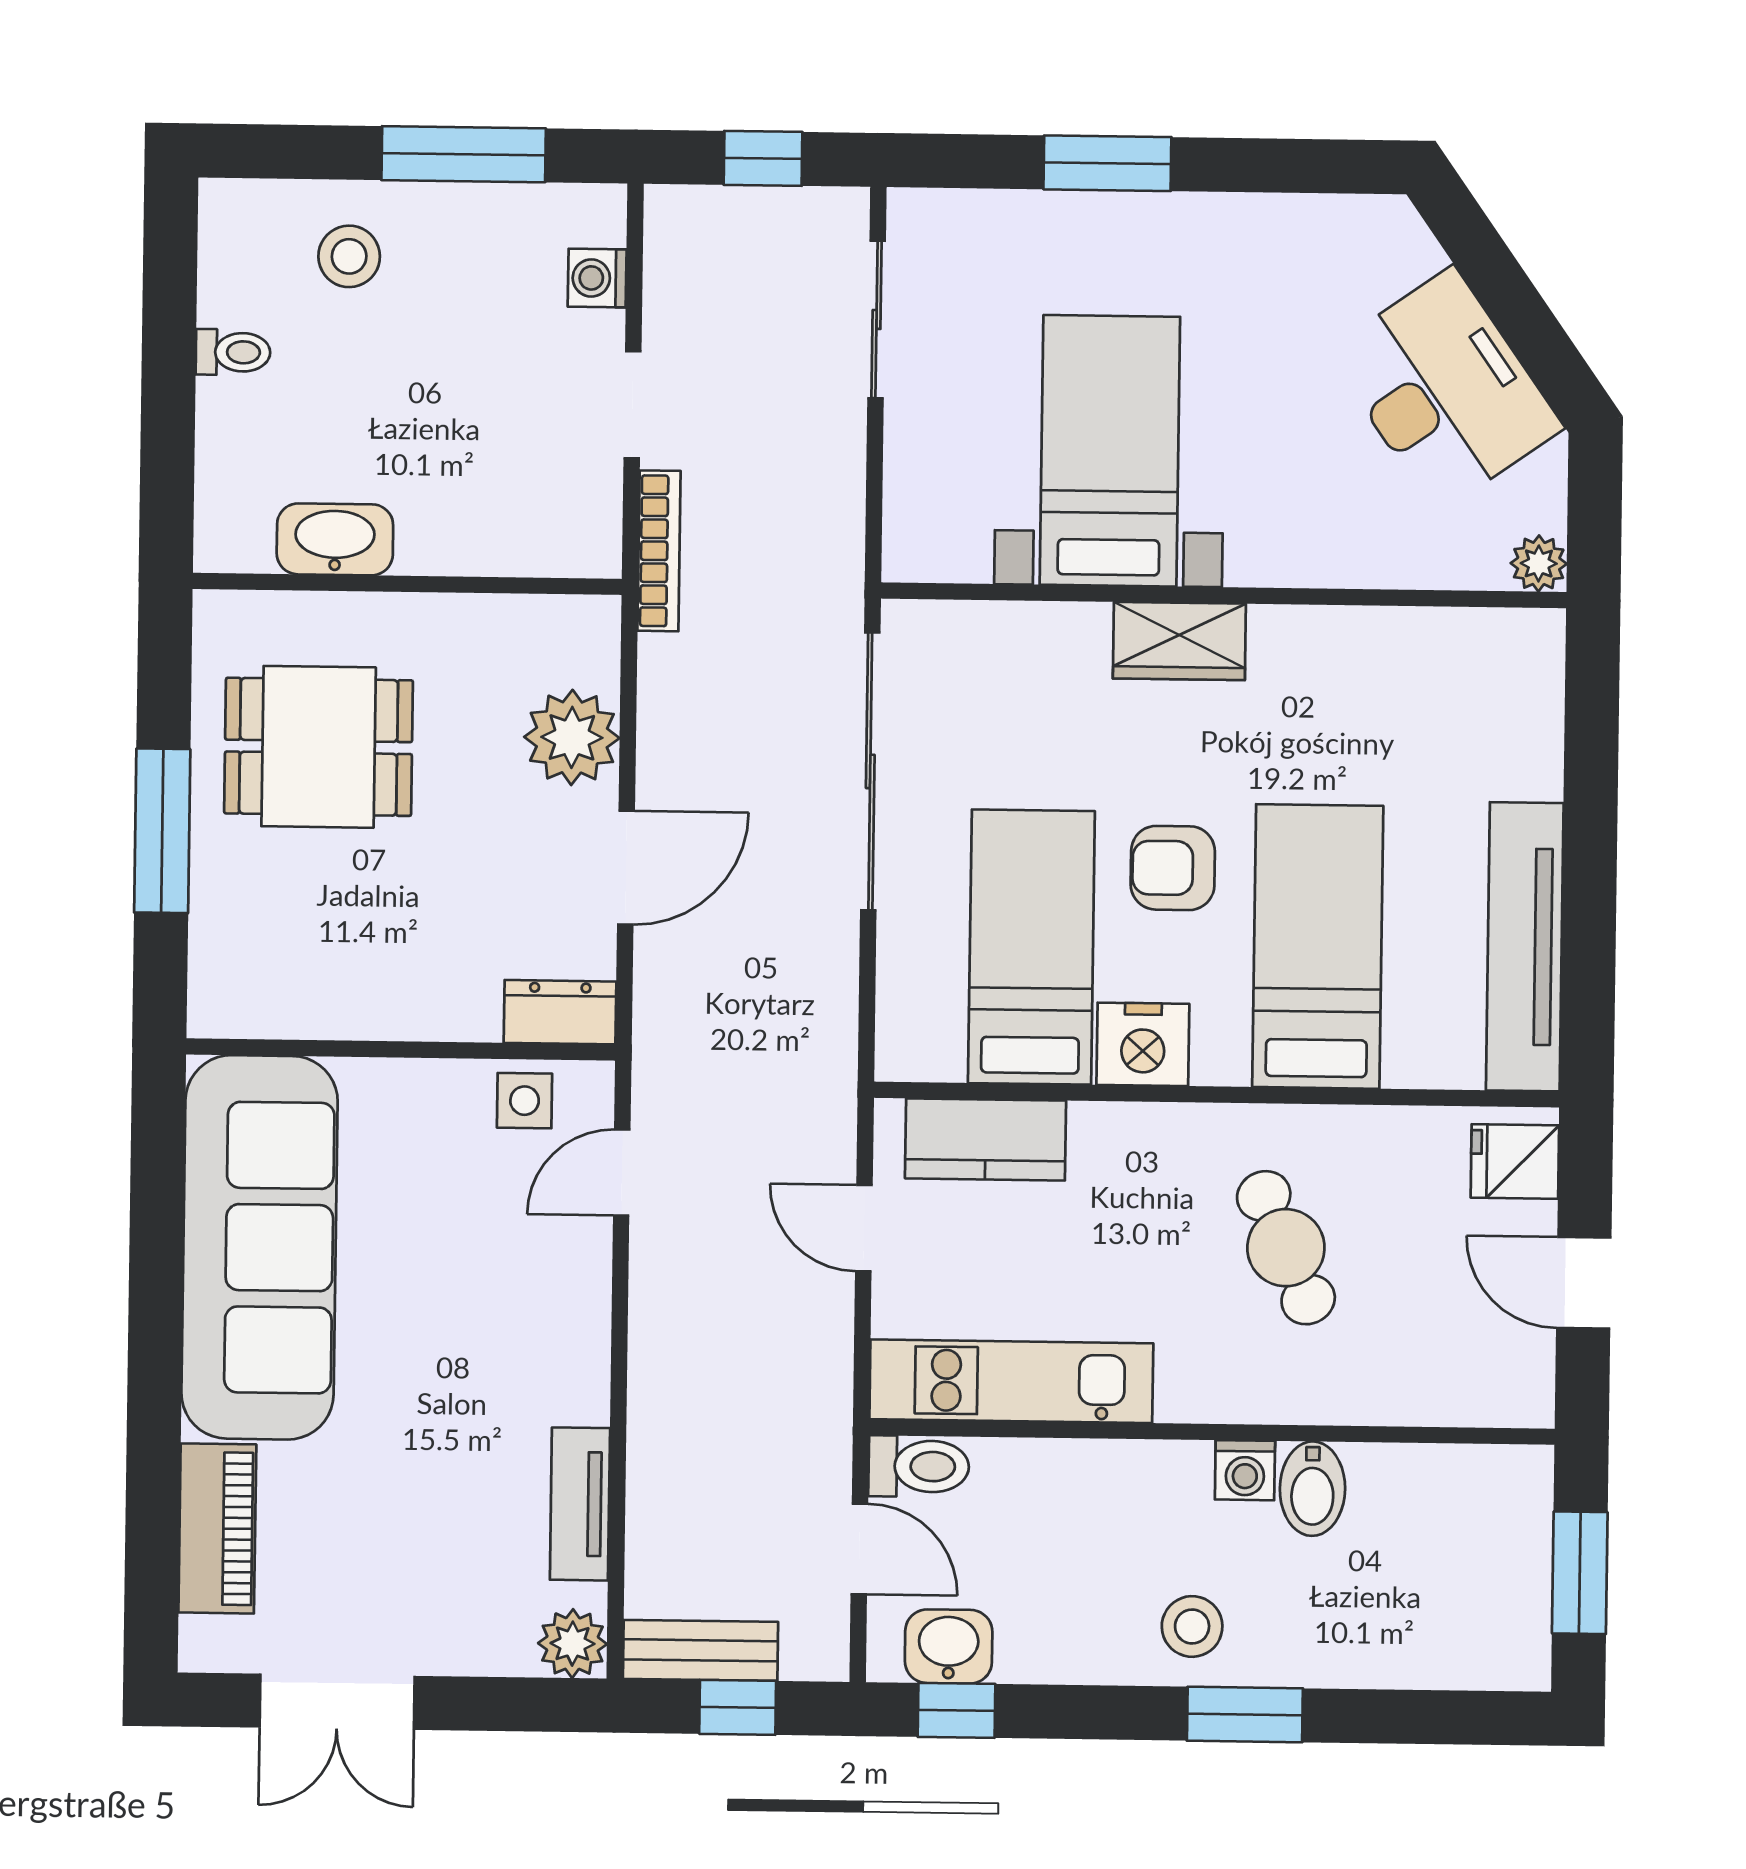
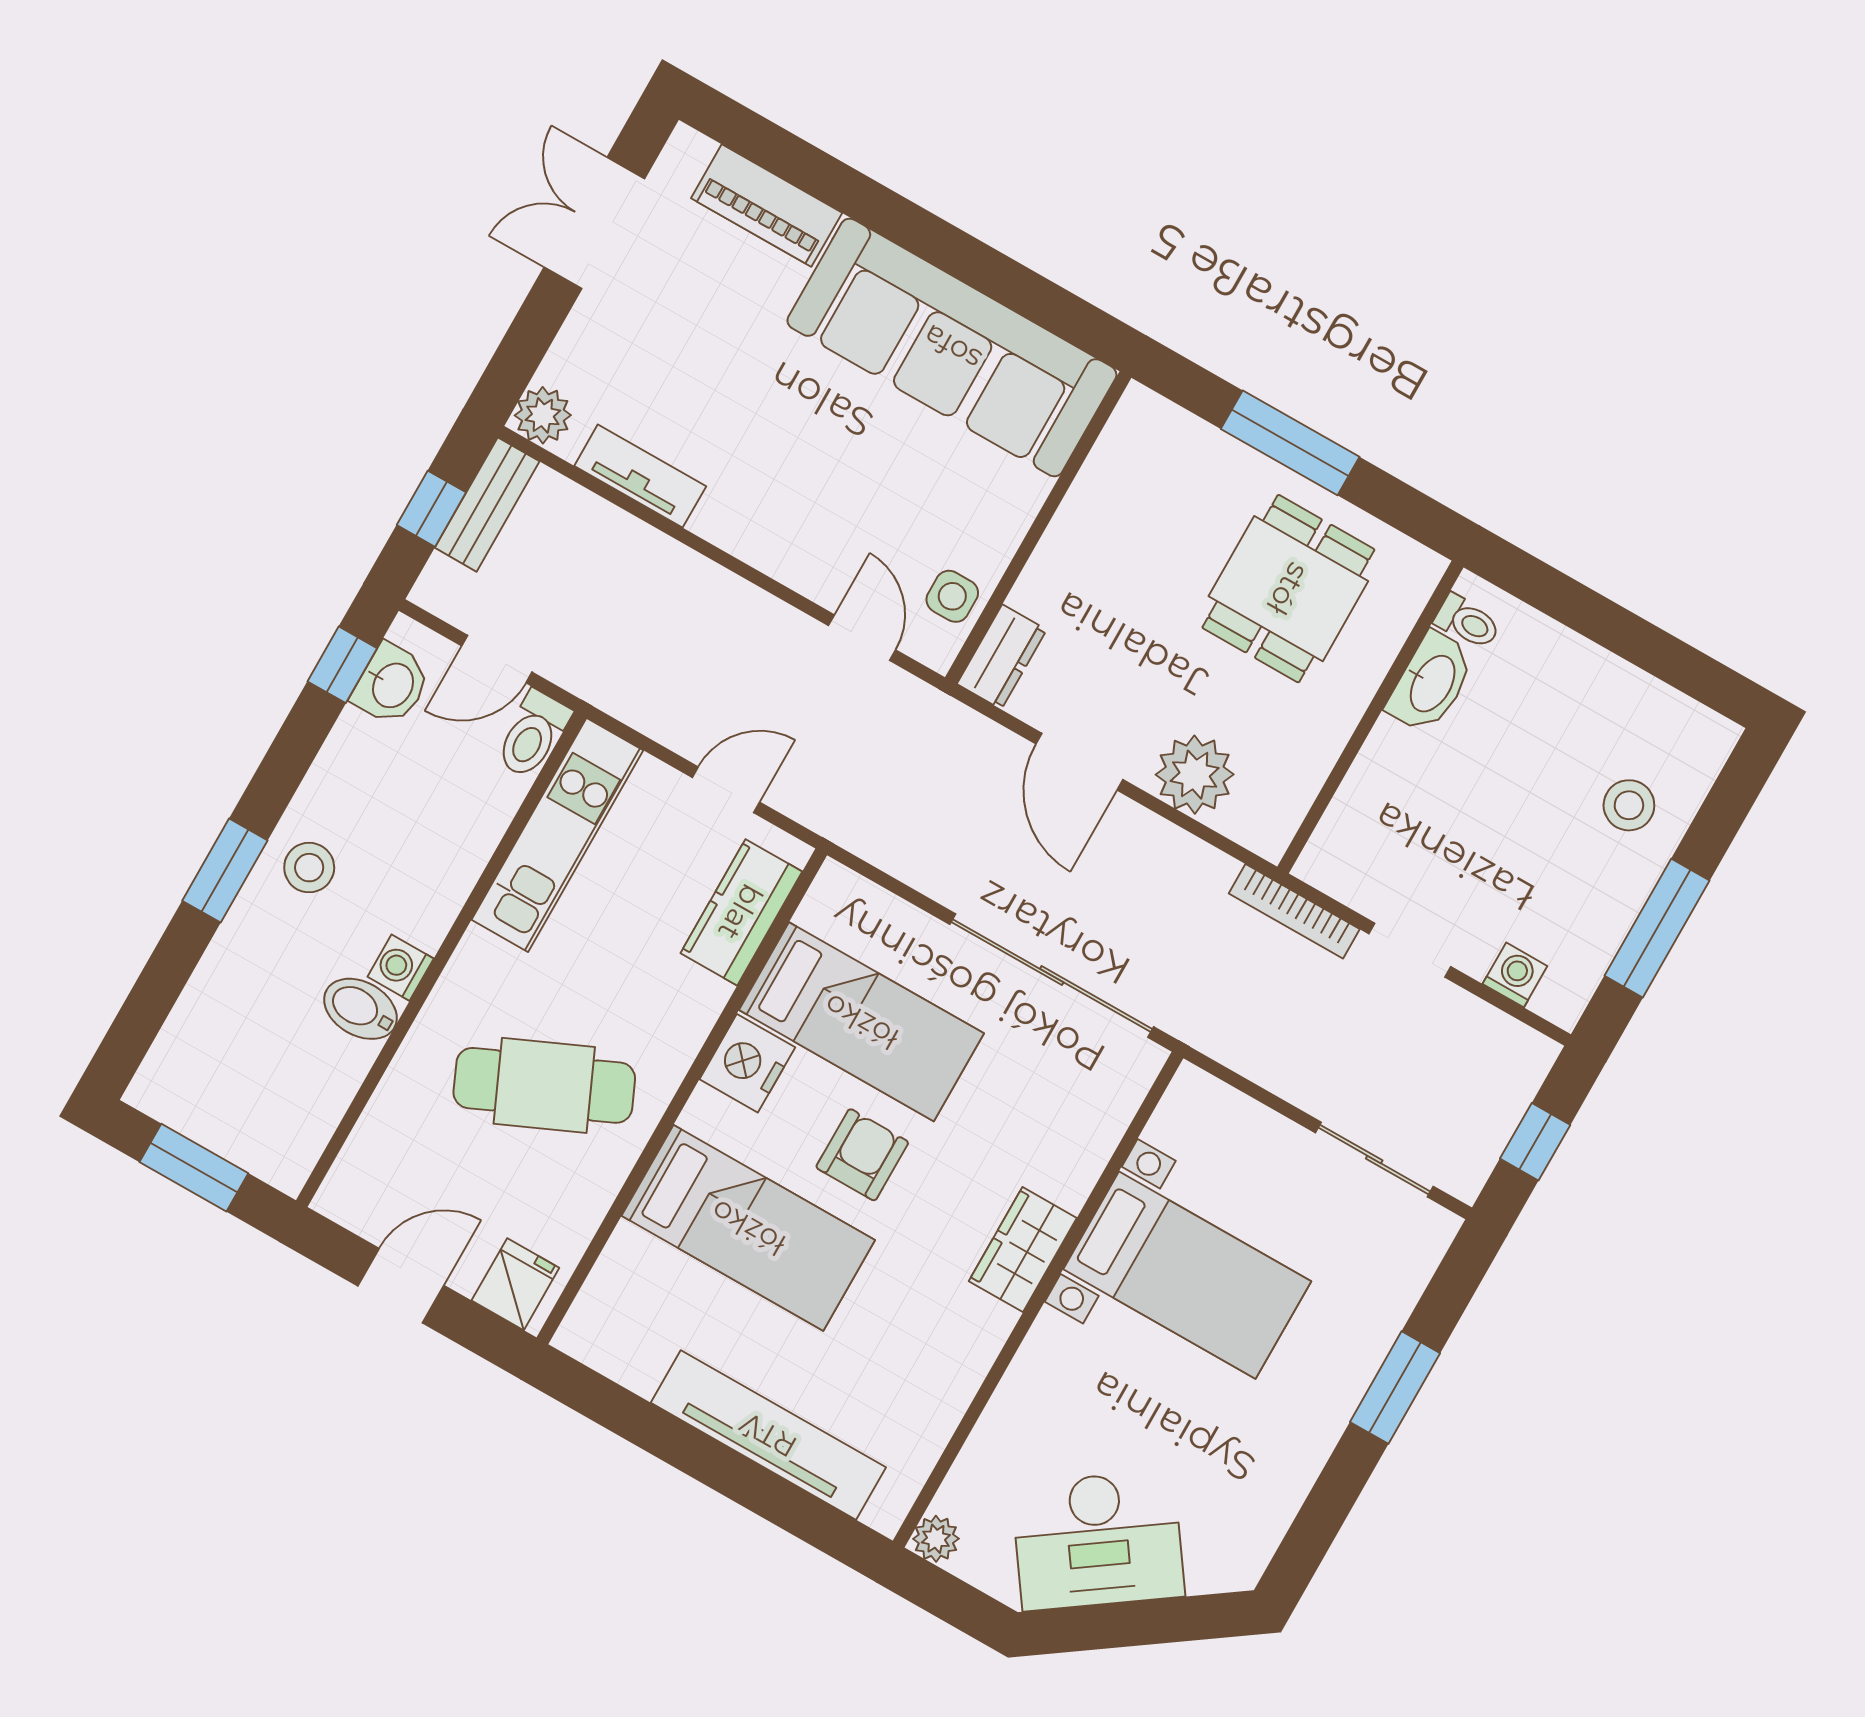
toilet: (233, 352) -> (1467, 622), moved, turned -90
tv unit: (1525, 947) -> (768, 1435), moved
cafe table: (1286, 1248) -> (544, 1085), width x1.37, depth x1.35

